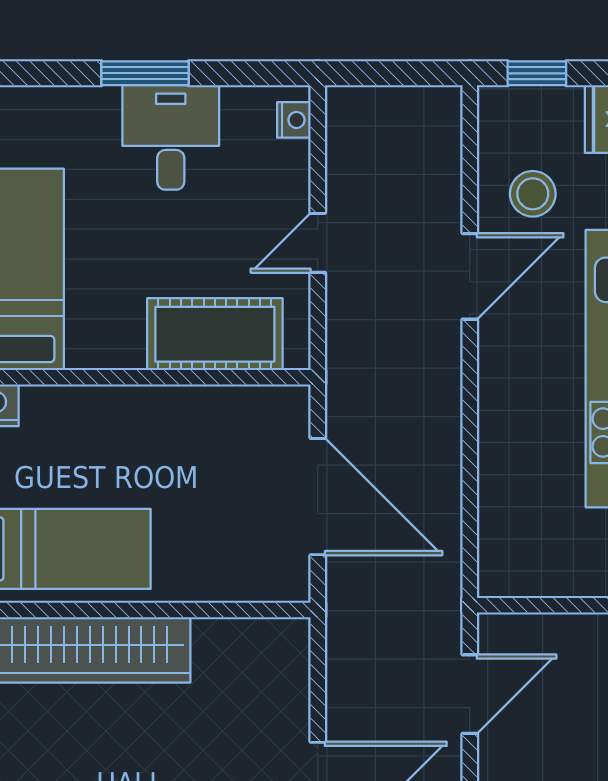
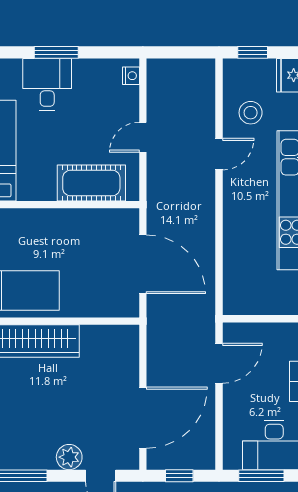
desk: (171, 137) -> (47, 84), moved
door: (470, 276) -> (219, 154), width x0.73

